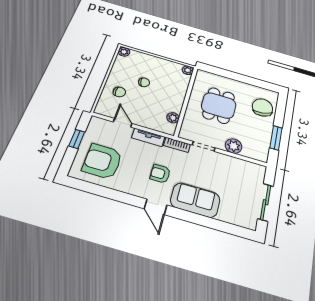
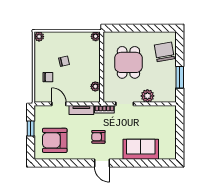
sofa: (195, 200) -> (141, 149), moved
sliding door: (266, 202) -> (180, 135), removed

